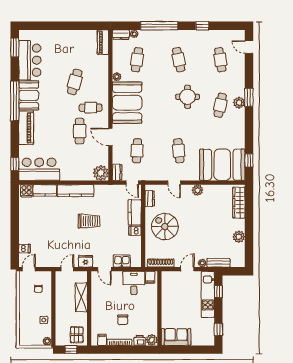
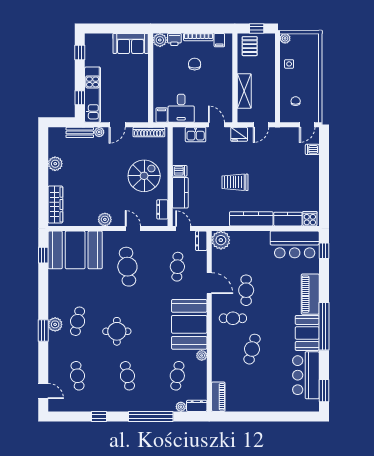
cafe table: (179, 151) -> (127, 267), width x1.37, depth x1.35
spiral stairs: (165, 227) -> (144, 176), turned -90

